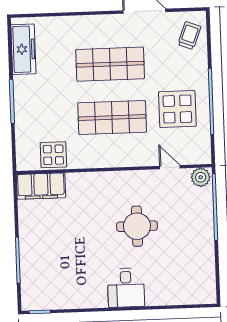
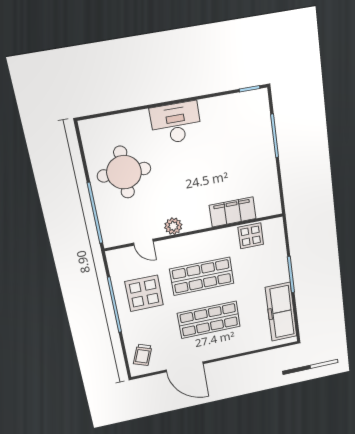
freezer: (23, 49) -> (281, 312), width x1.36, depth x1.26
plant: (201, 177) -> (173, 226), moved
filing cabinet: (41, 186) -> (233, 212), moved
round table: (137, 226) -> (124, 172), moved, width x1.36, depth x1.36
desk: (126, 288) -> (176, 123), width x1.37

